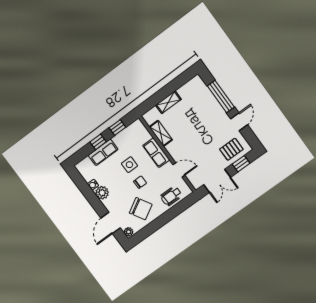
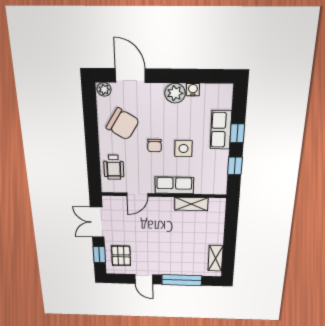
shelving: (168, 102) -> (215, 258), moved
wheelchair: (171, 196) -> (114, 167), turned 180
chair: (141, 209) -> (123, 124), turned -119

